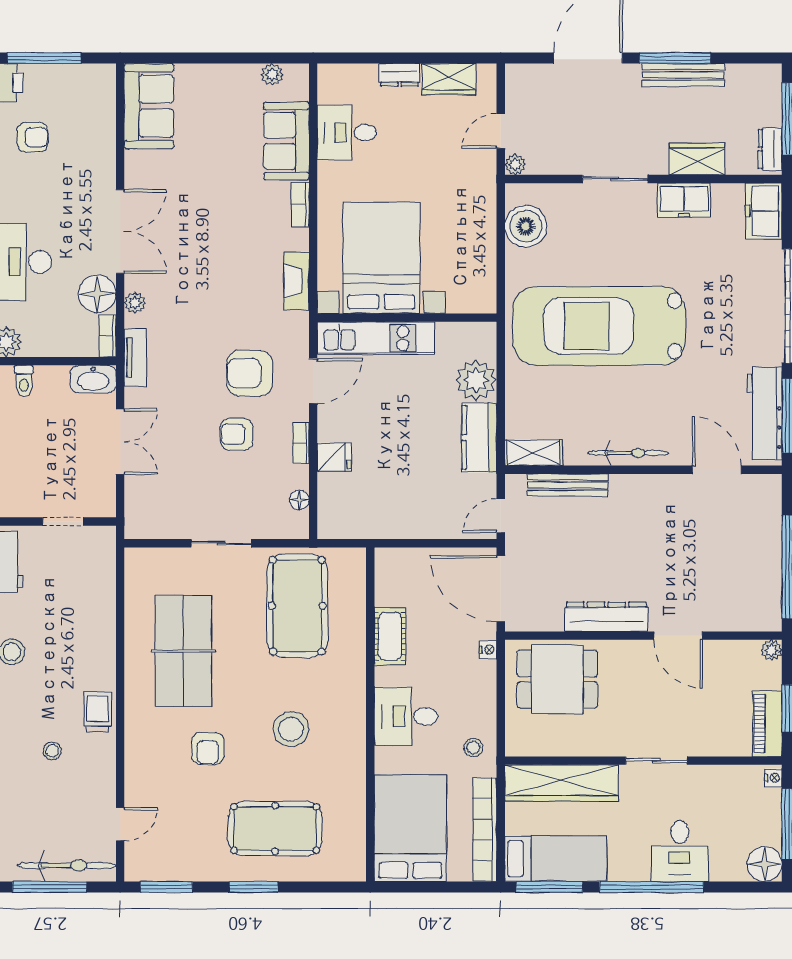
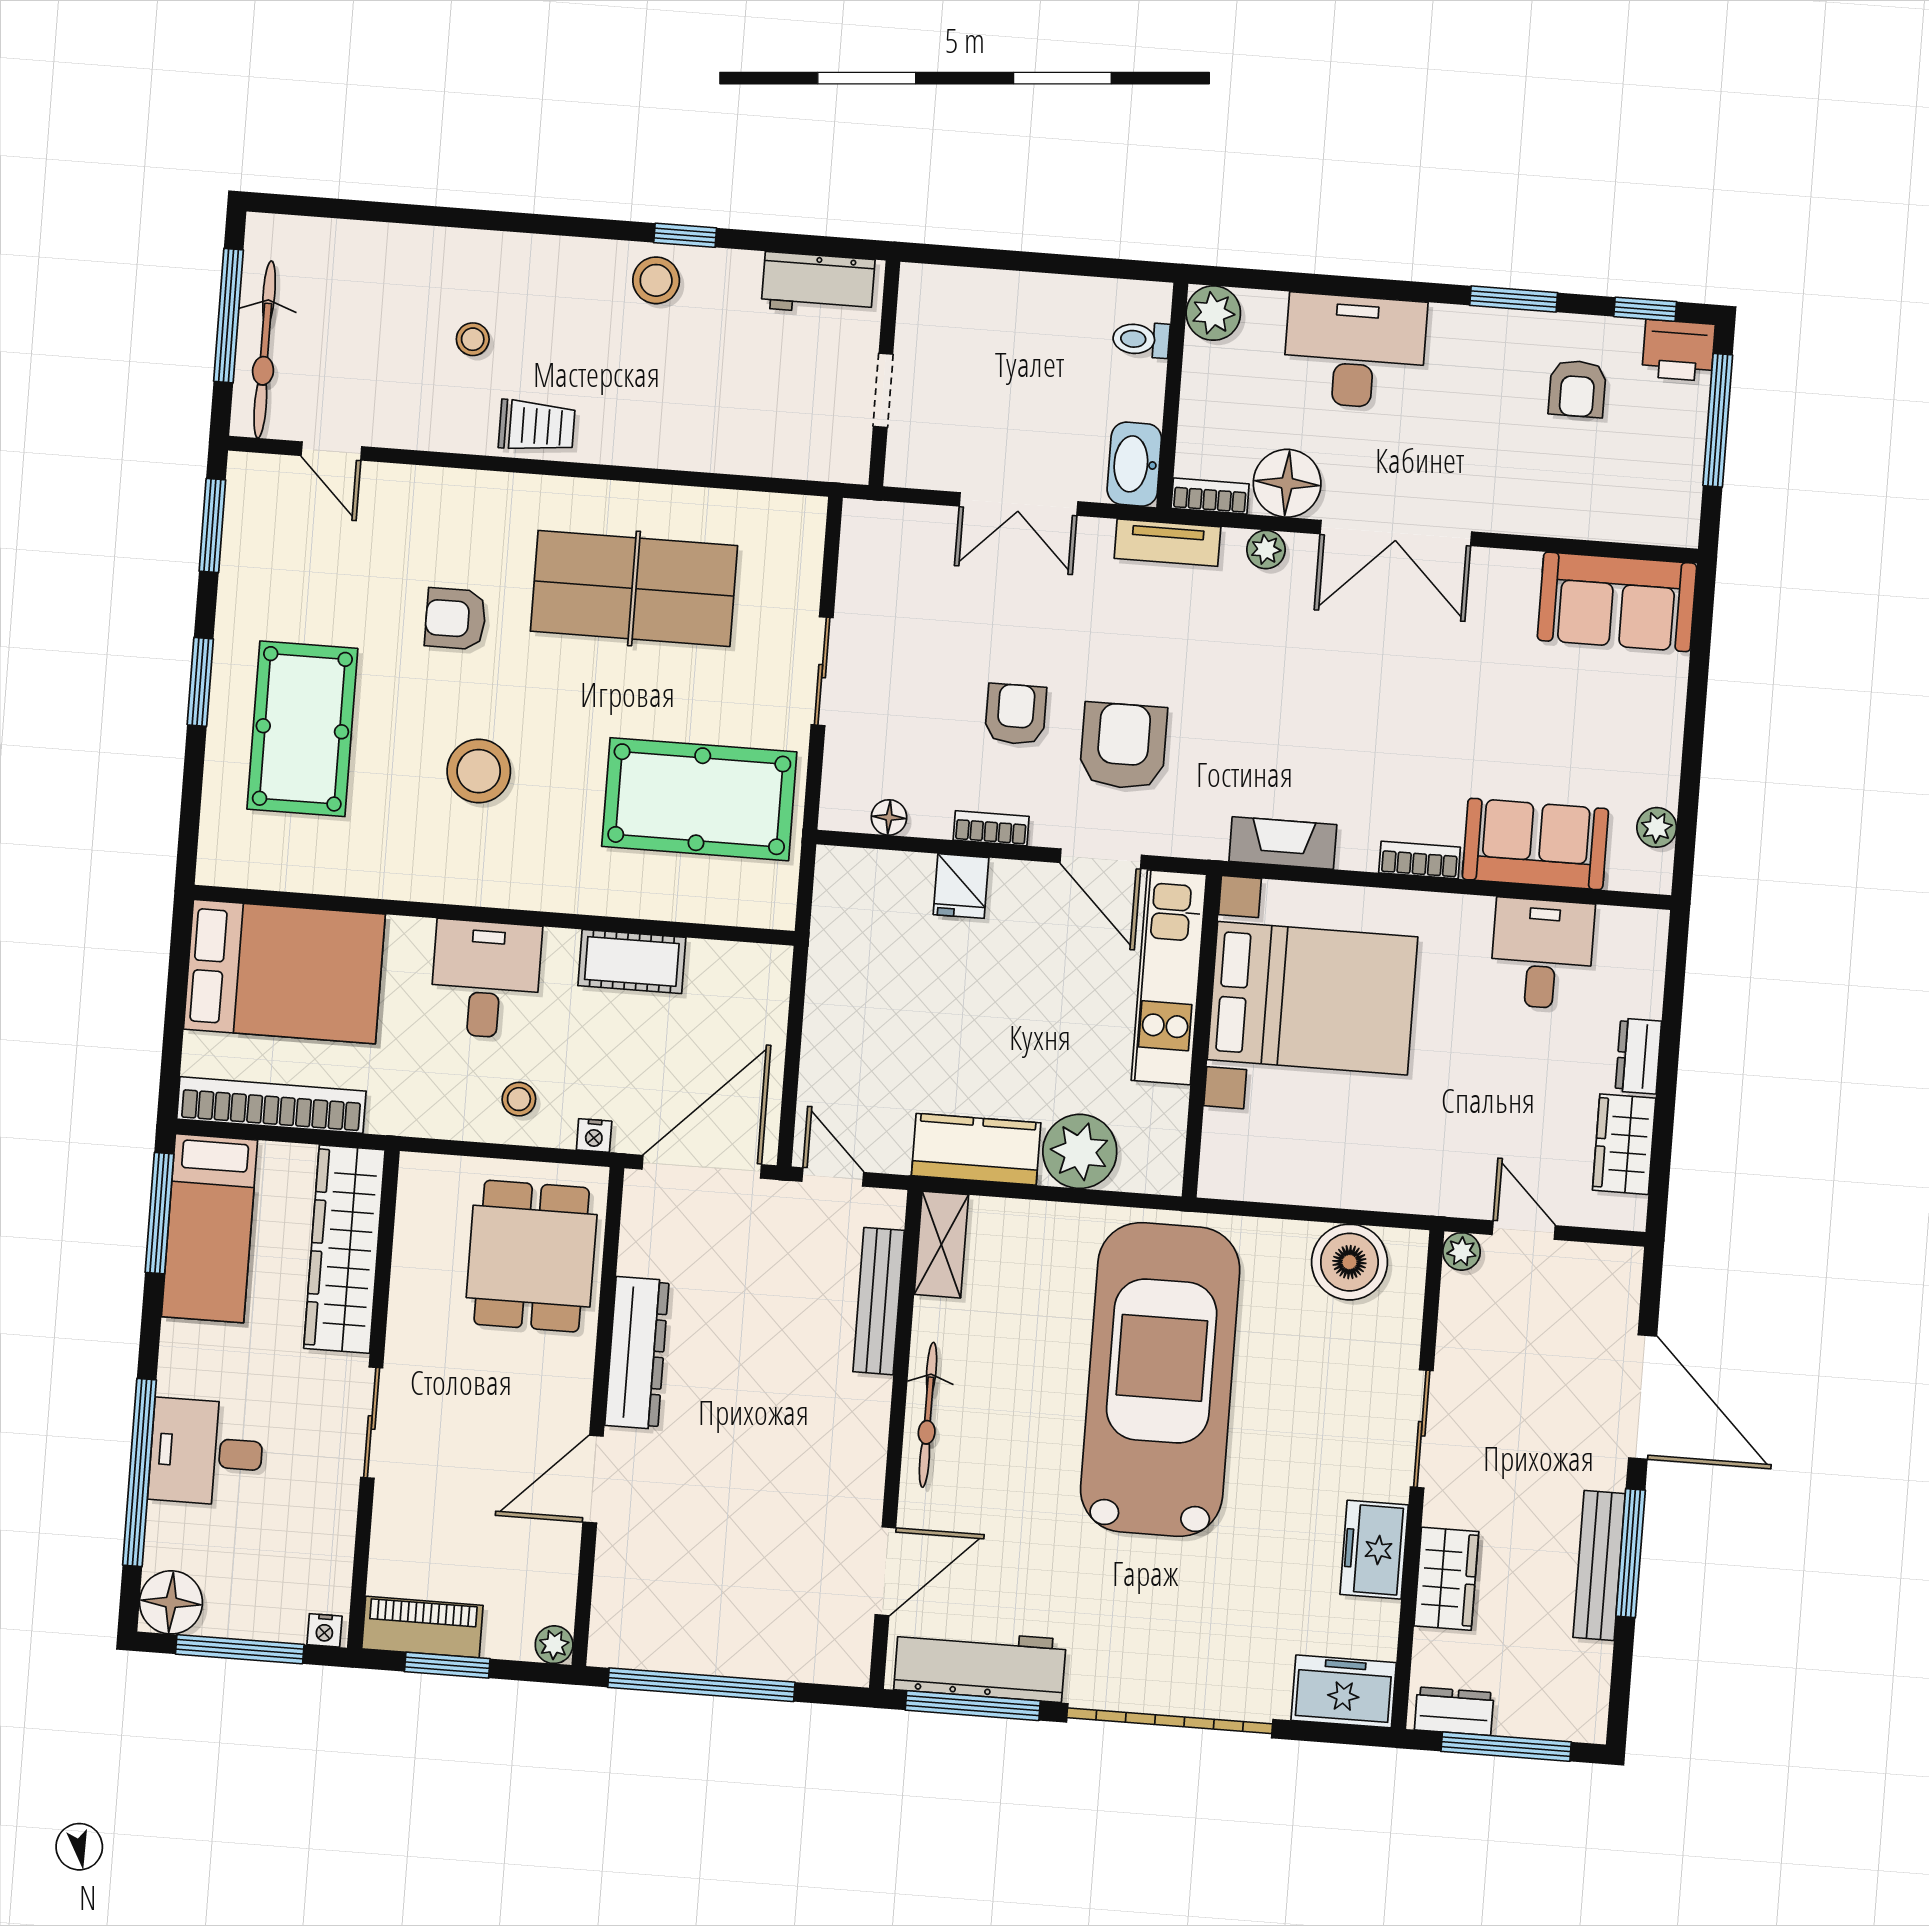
stool: (473, 747) -> (519, 1099), moved
window: (652, 887) -> (139, 1473), moved

